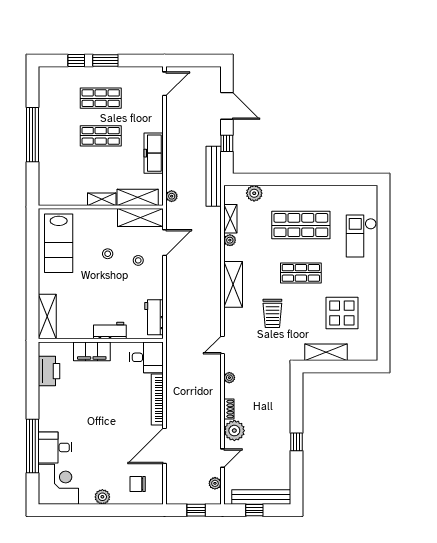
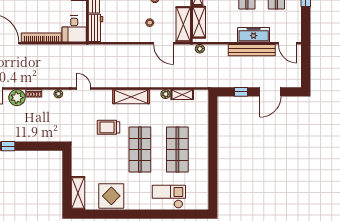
freezer: (154, 153) -> (254, 35), moved
bench: (214, 176) -> (252, 50), moved
plant: (254, 193) -> (202, 113), removed
shop shelf: (301, 273) -> (140, 150), width x1.43, depth x1.36
display table: (342, 313) -> (111, 196), moved
workbench: (154, 317) -> (96, 28), moved, turned 90
shelving: (326, 352) -> (78, 193), moved

